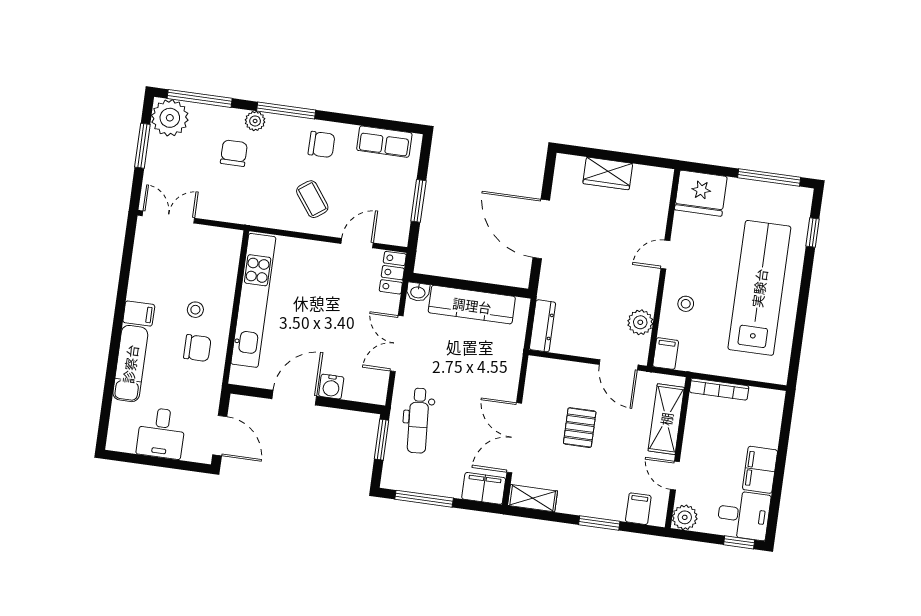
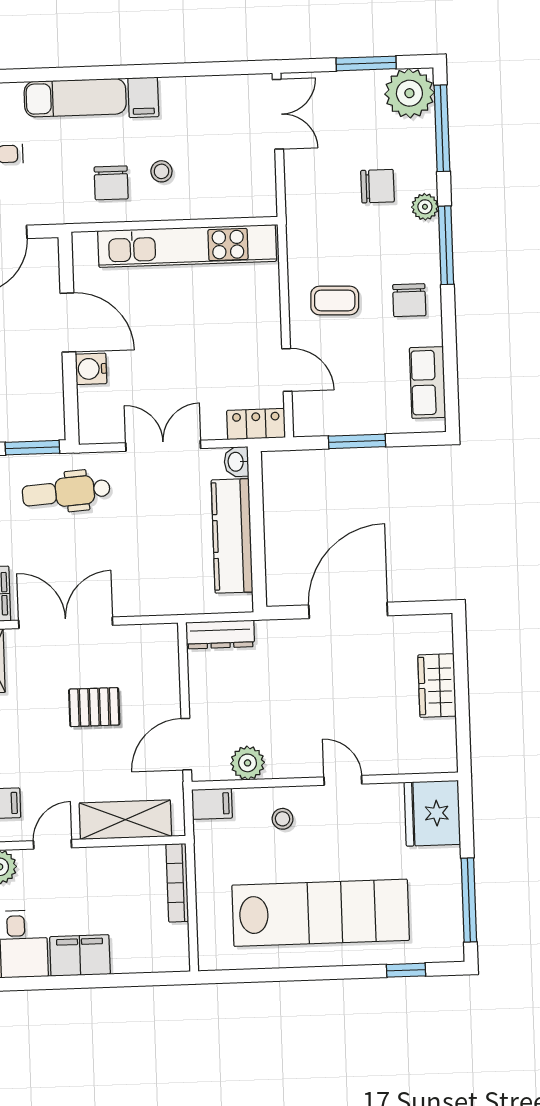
coffee table: (312, 199) -> (335, 300), turned 38

